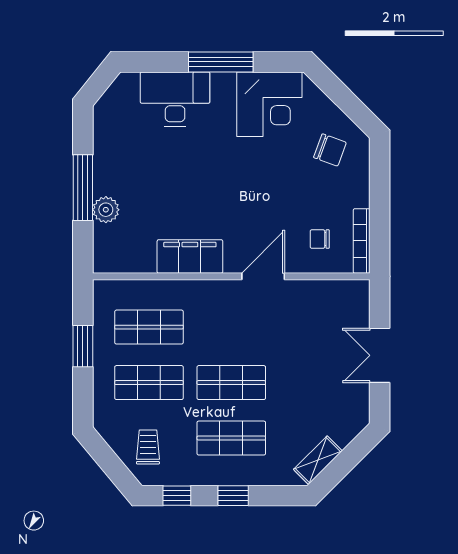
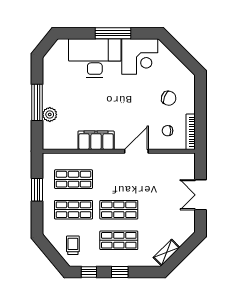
desk: (175, 99) -> (95, 58), width x1.36, depth x1.30
chair: (330, 150) -> (169, 98), moved

